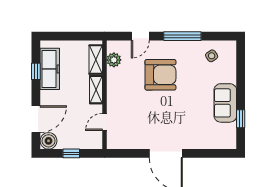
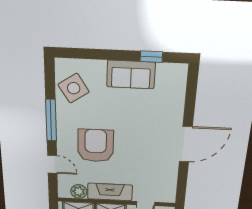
side table: (212, 56) -> (74, 88), width x1.87, depth x1.87
fireplace: (115, 89) -> (110, 192), added

